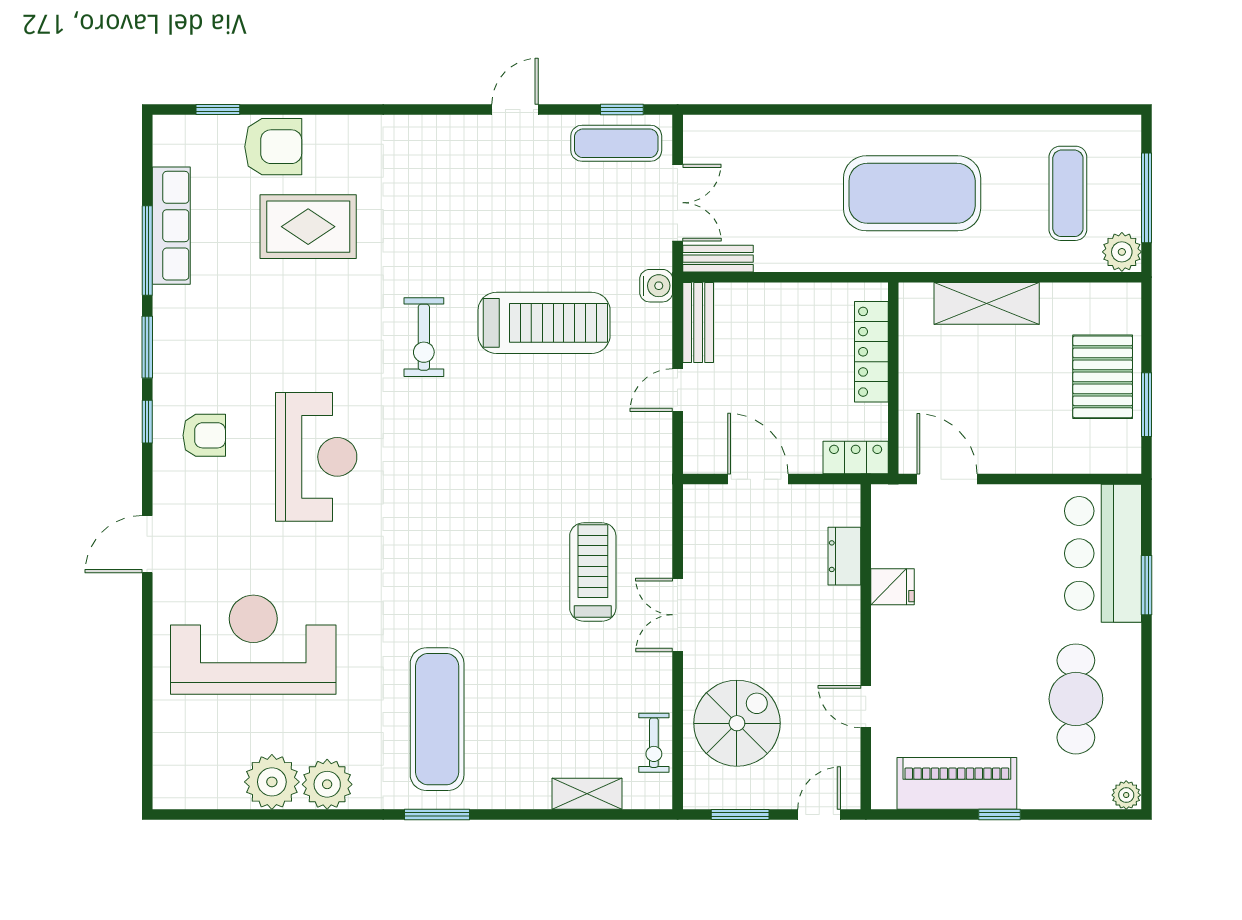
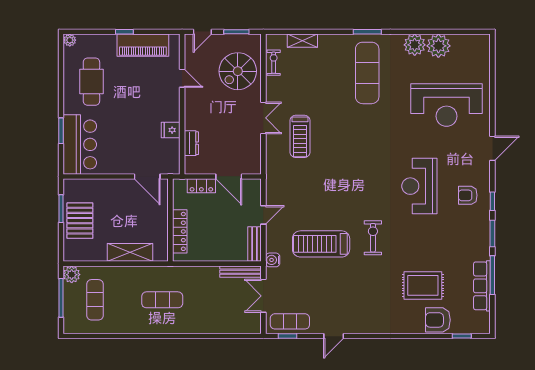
exercise mat: (912, 193) -> (162, 300), width x0.50, depth x0.69
bench: (718, 259) -> (240, 272), width x1.36
locker: (856, 458) -> (201, 186), moved

